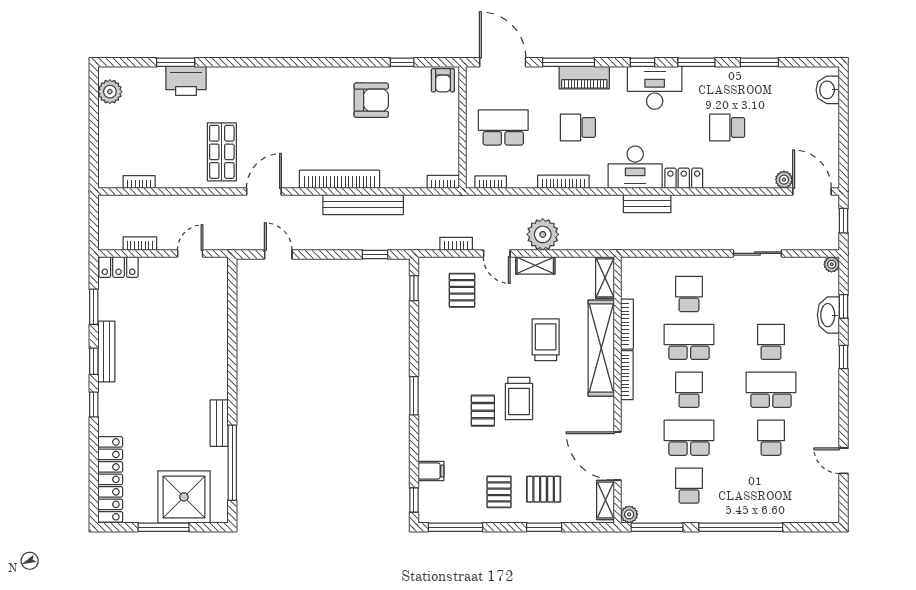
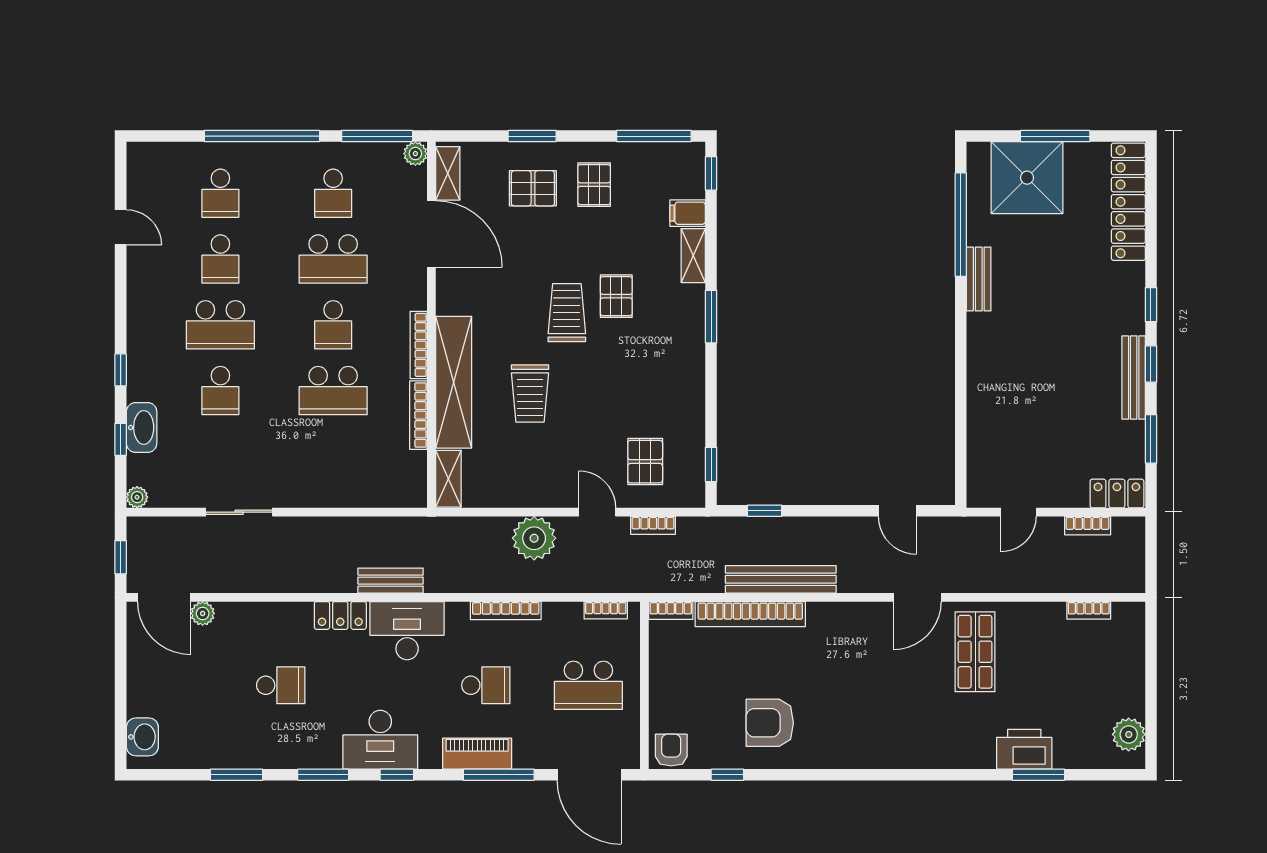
bookcase: (340, 179) -> (750, 614), moved
shelving: (535, 265) -> (693, 256), moved, turned 90
school desk: (689, 294) -> (220, 193), moved

